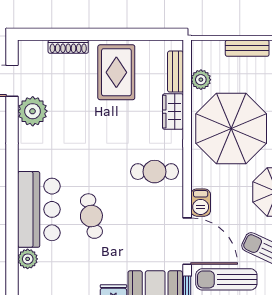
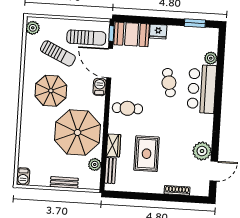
rug: (116, 72) -> (147, 154), moved

